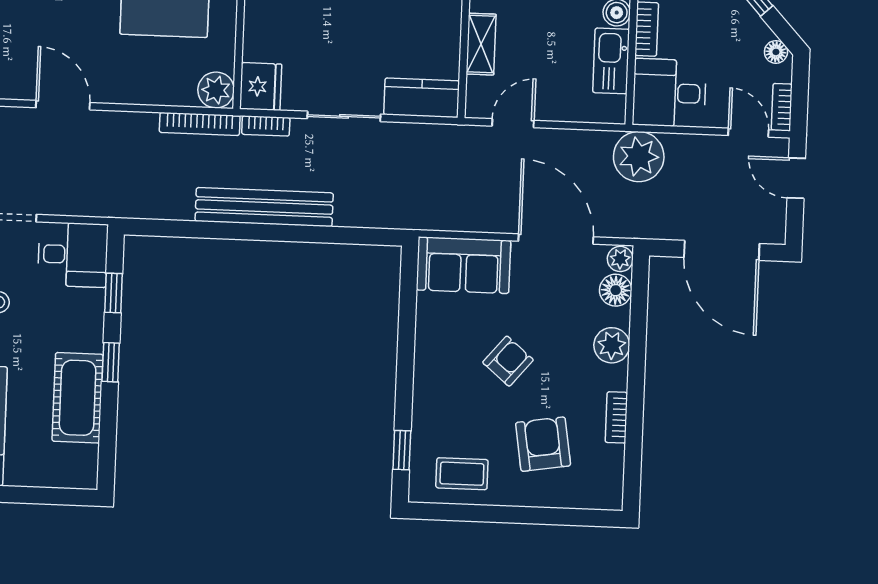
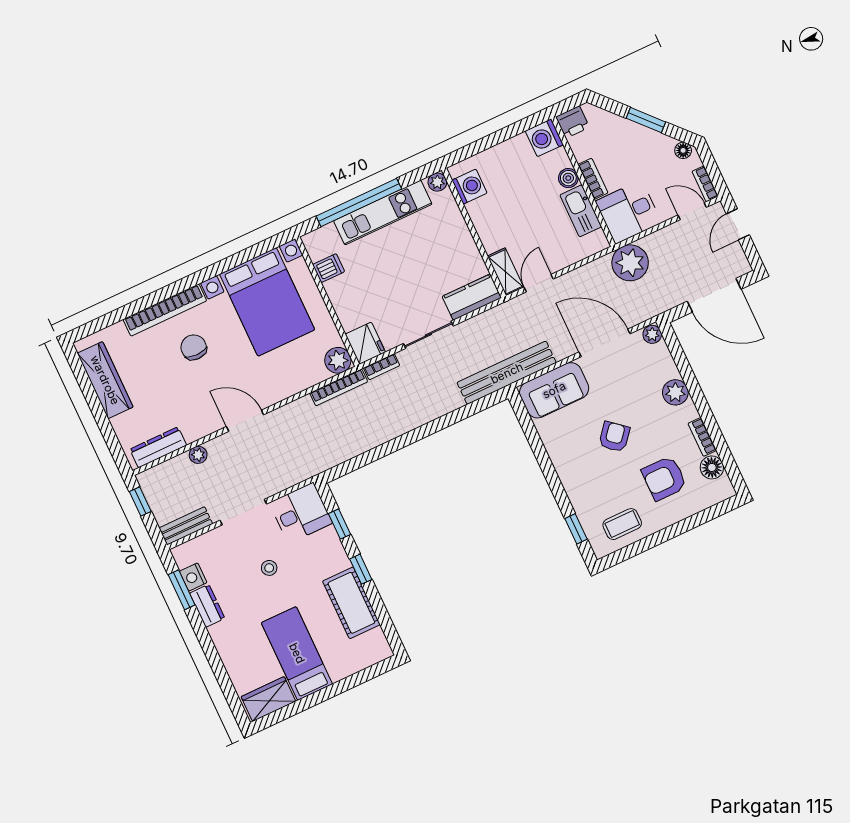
shelving: (481, 44) -> (505, 272), moved
door: (796, 178) -> (738, 224), hinge flipped
bench: (264, 207) -> (507, 373), moved
floor lamp: (616, 290) -> (712, 467), moved
armchair: (543, 444) -> (664, 478), turned -81

